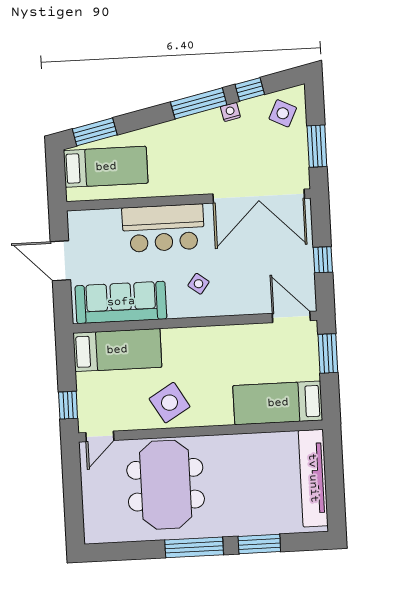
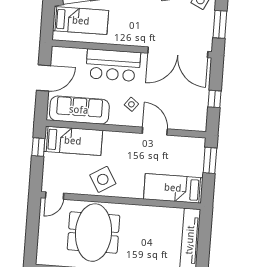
door: (60, 261) -> (43, 78), swing flipped
door: (291, 317) -> (155, 131), moved
window: (68, 405) -> (38, 147), moved

